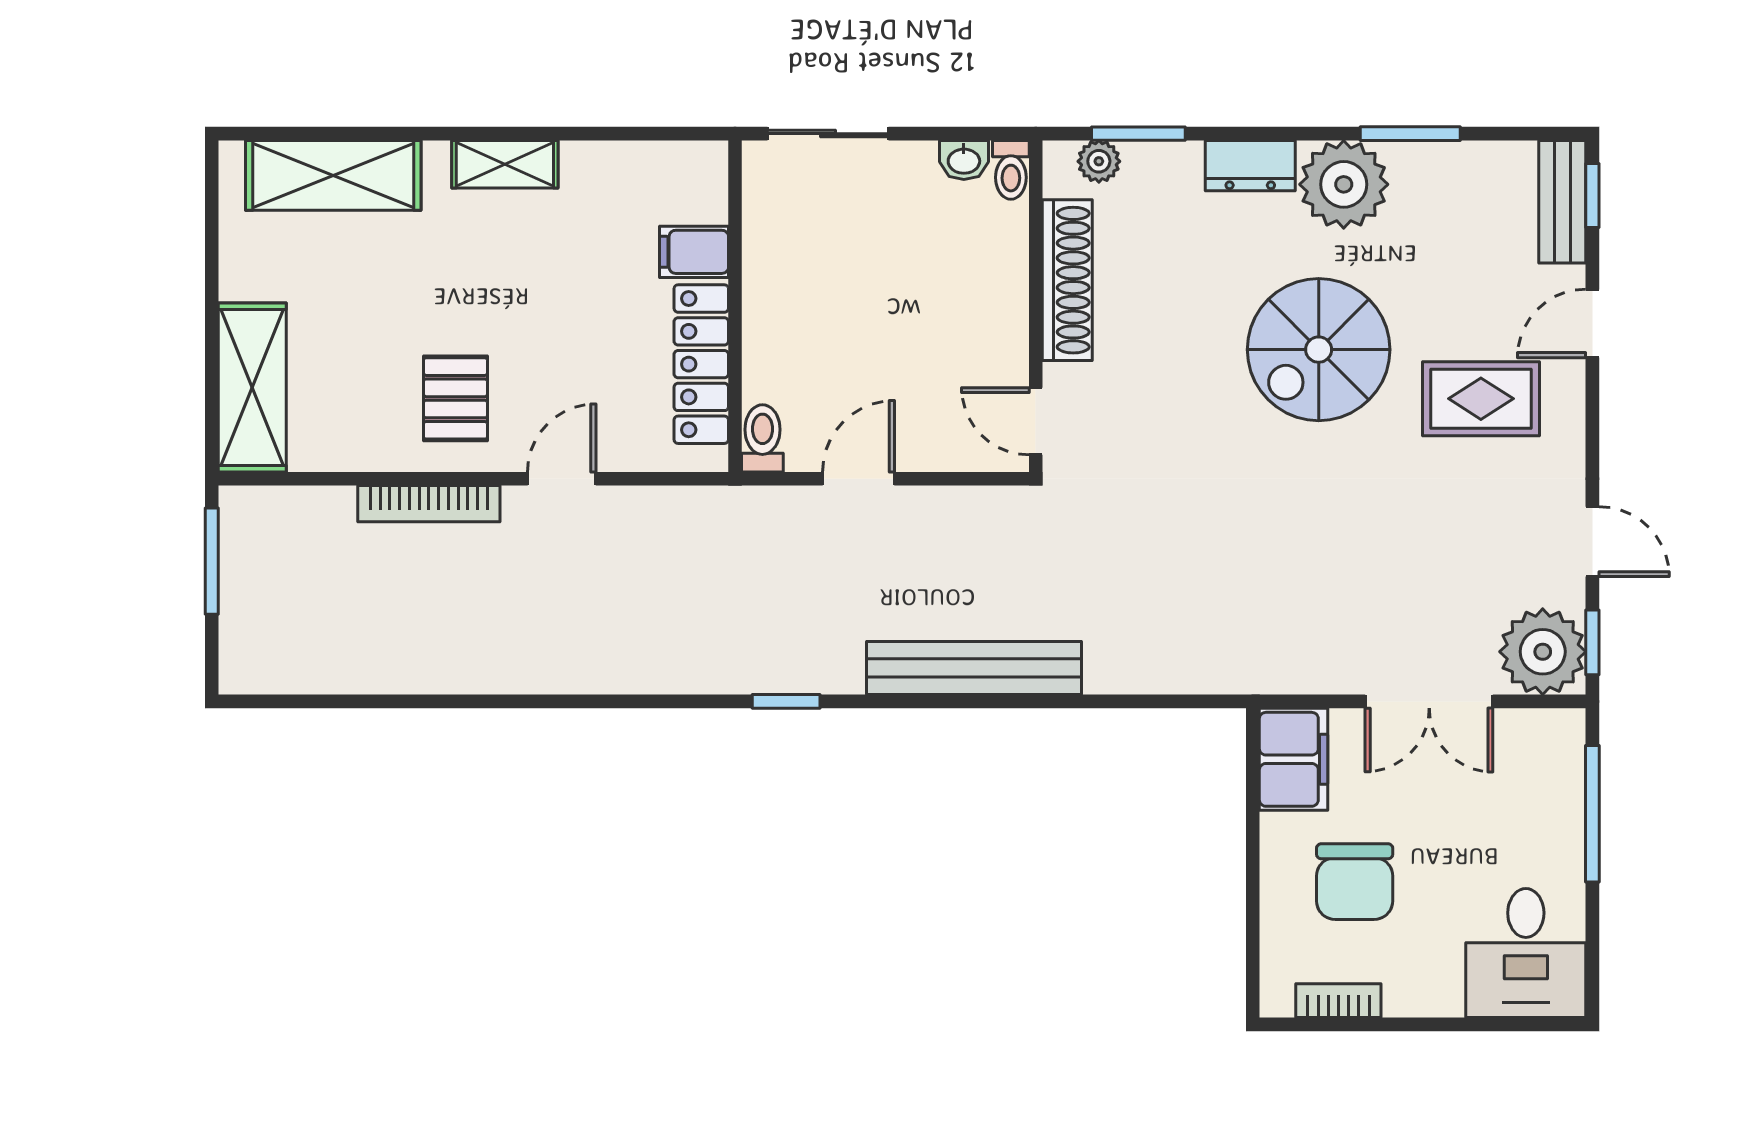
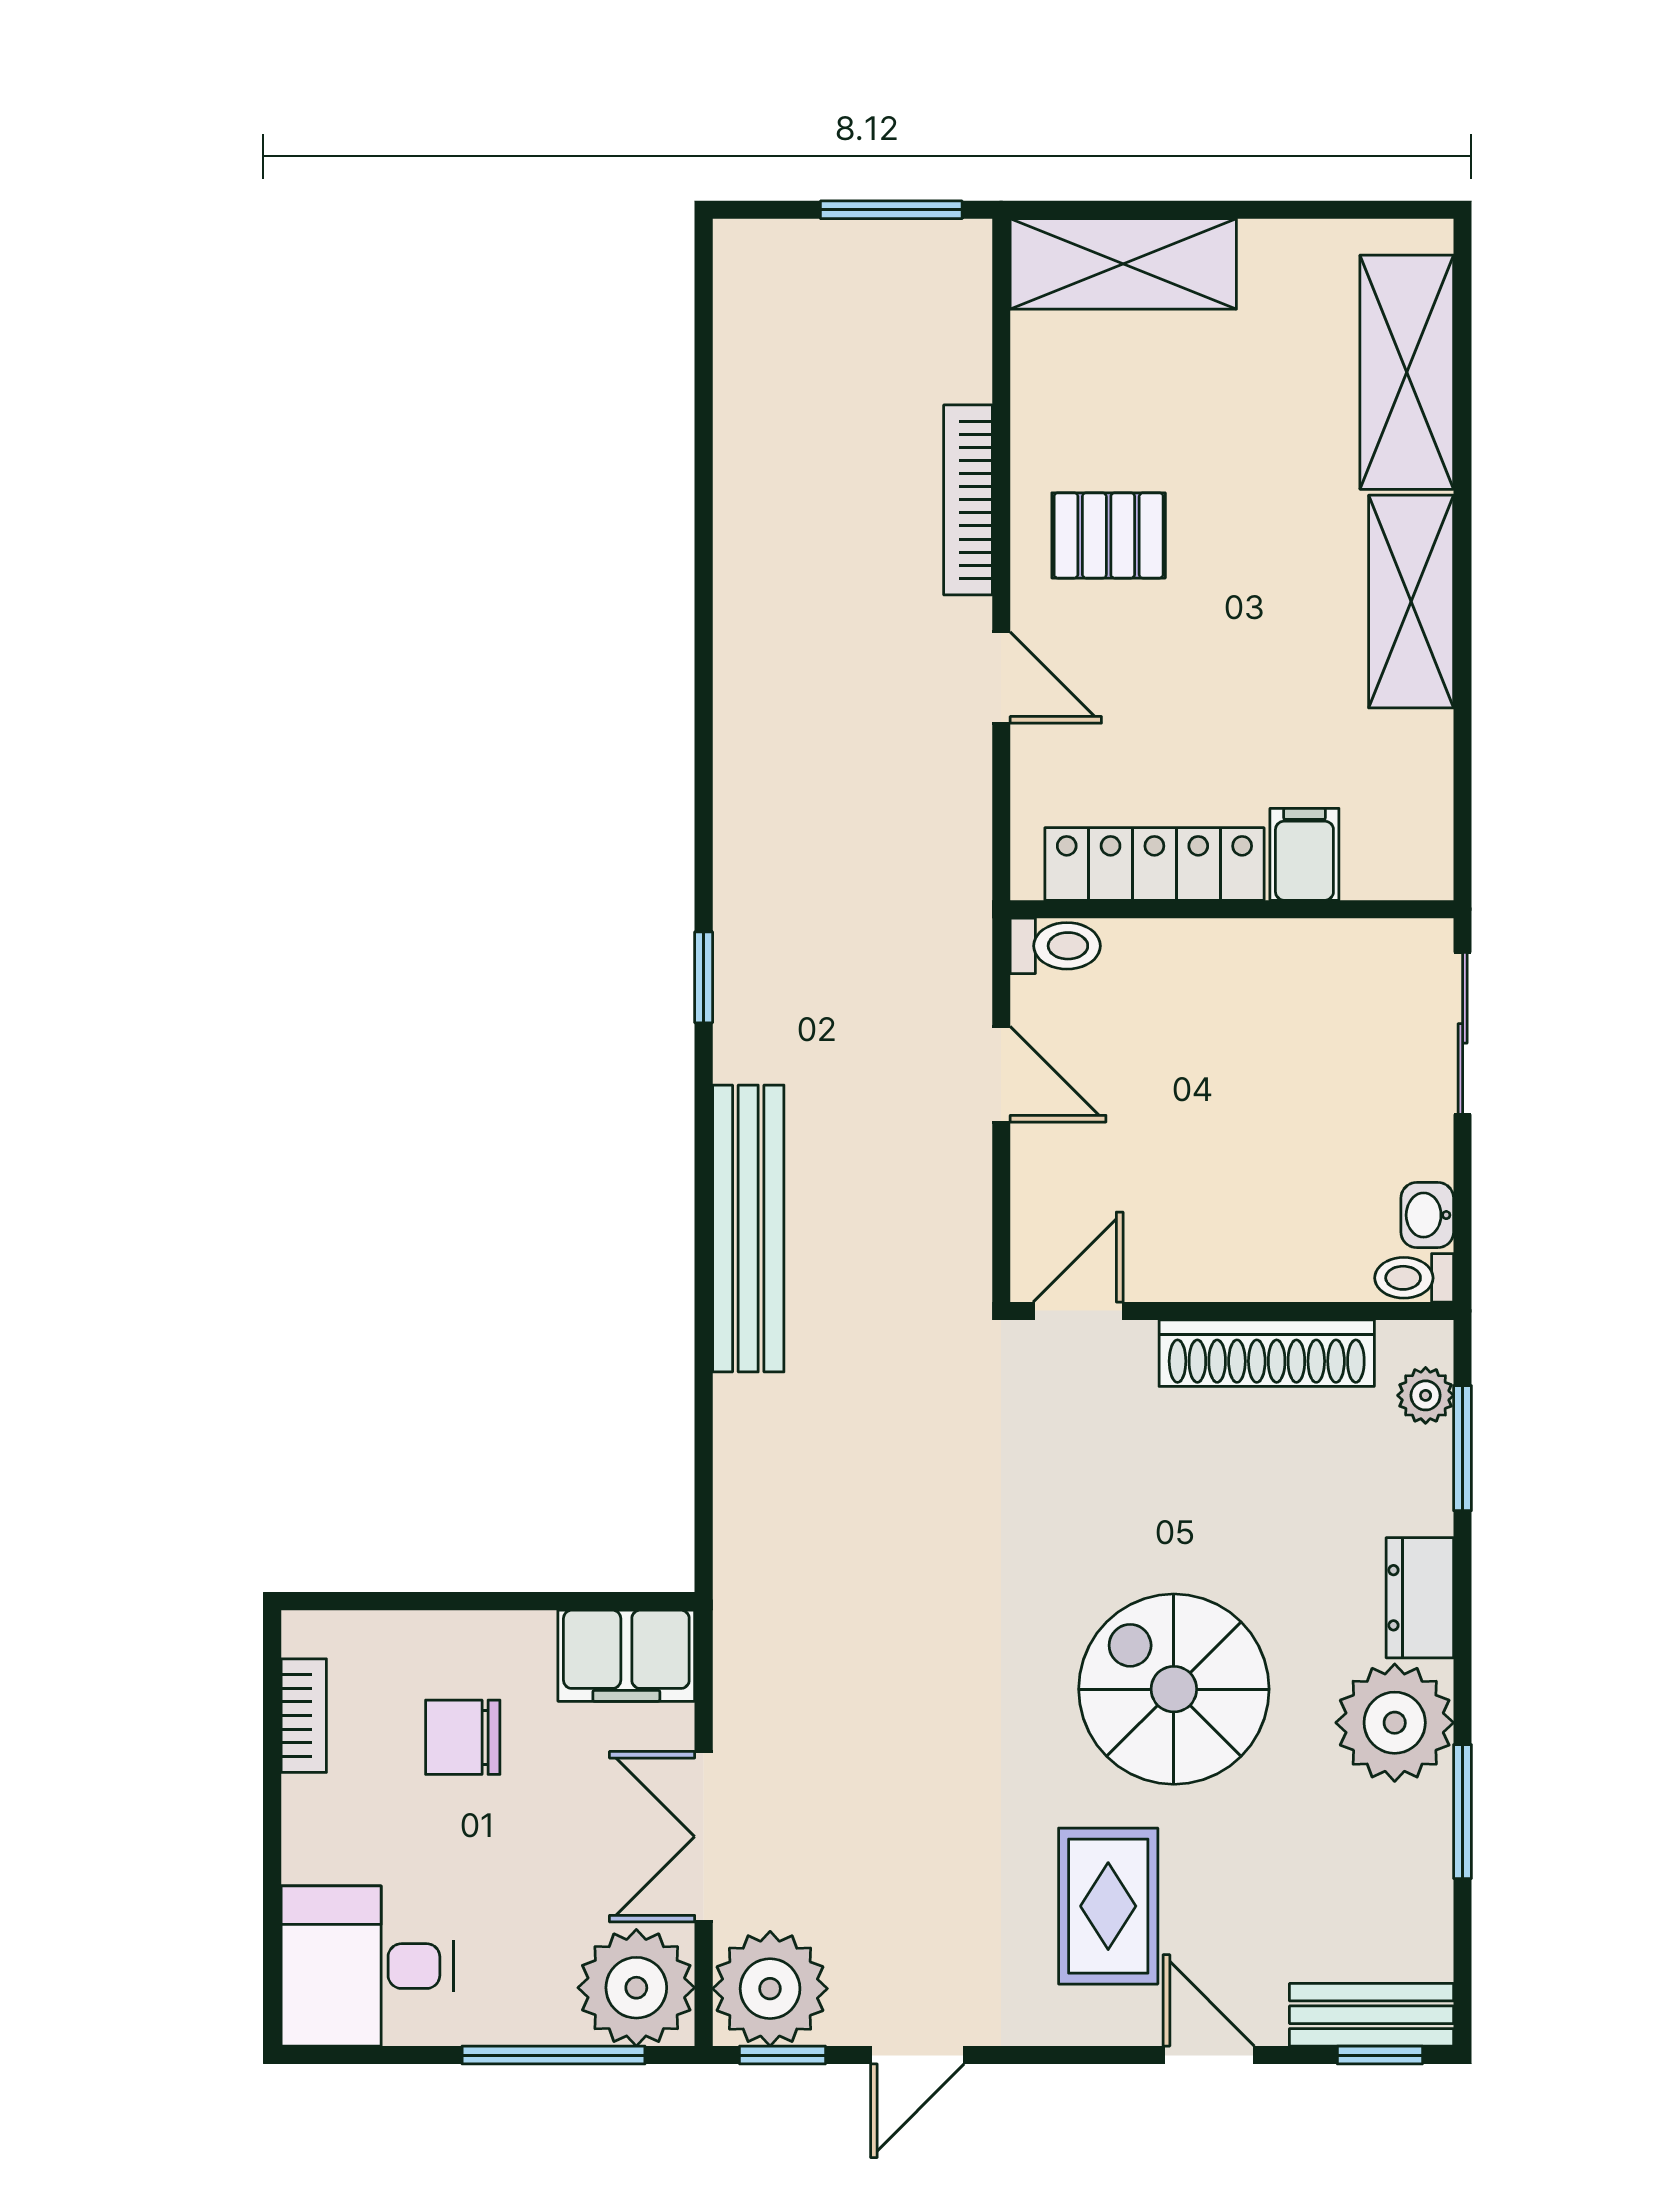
shelving: (505, 164) -> (1411, 602), width x1.50, depth x1.33
plant: (1542, 752) -> (636, 1988), added
chair: (1355, 882) -> (463, 1737), width x0.73, depth x0.73

